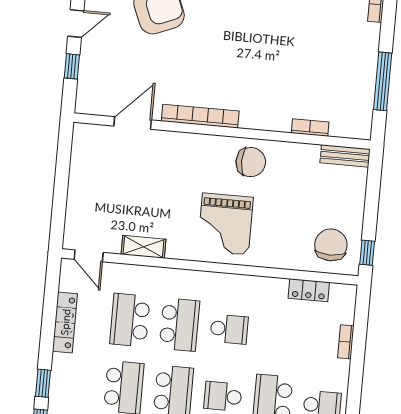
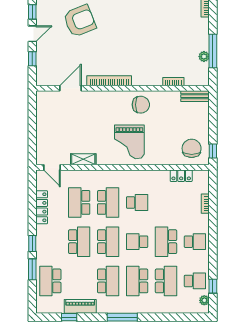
plant: (366, 89) -> (204, 57), added

